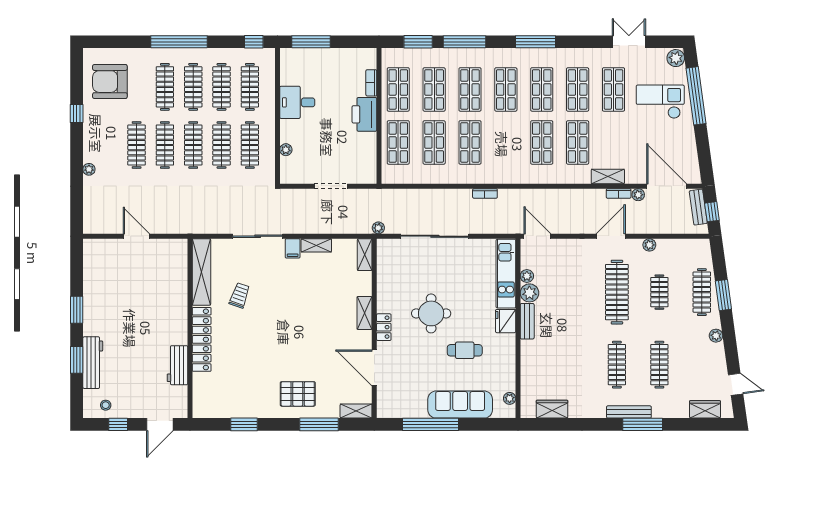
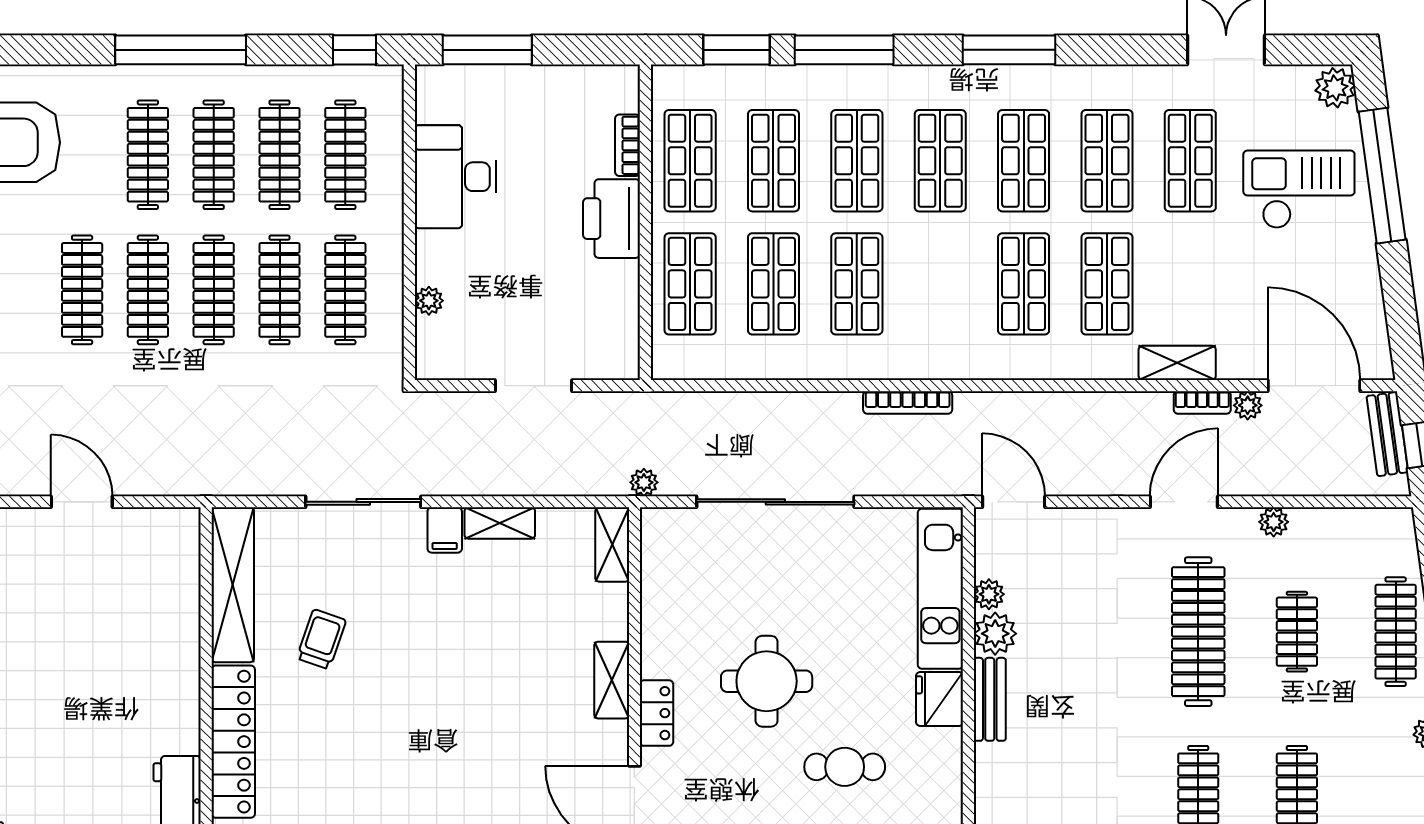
desk: (297, 102) -> (456, 177), width x1.37
bookcase: (485, 193) -> (908, 402), width x1.56

